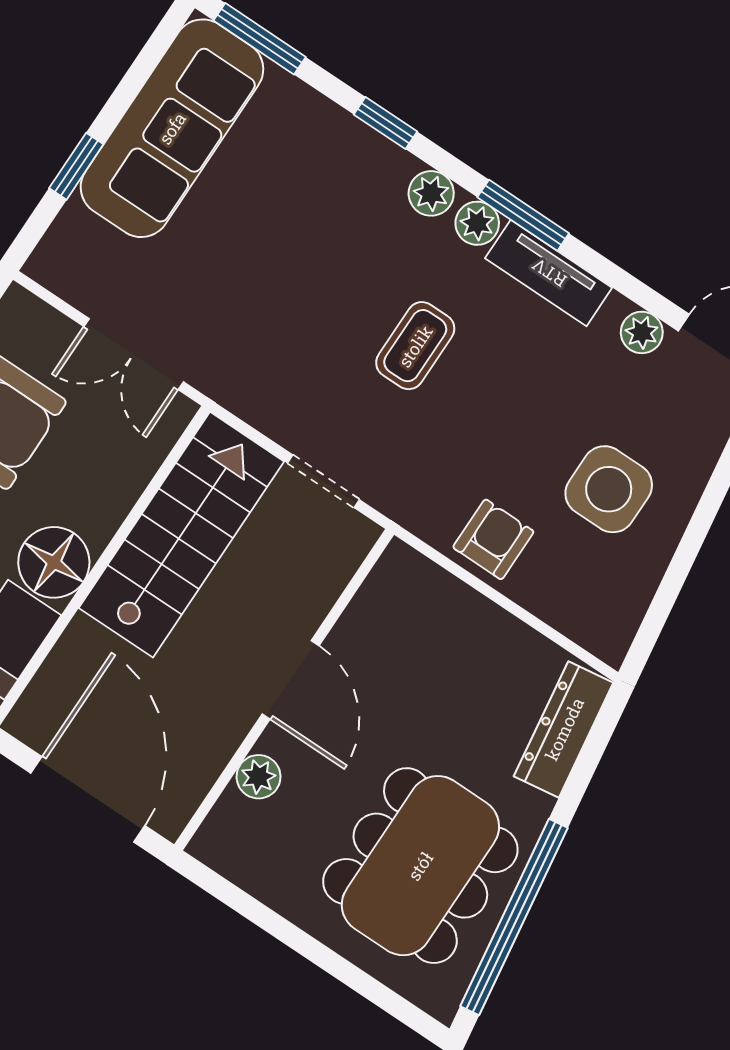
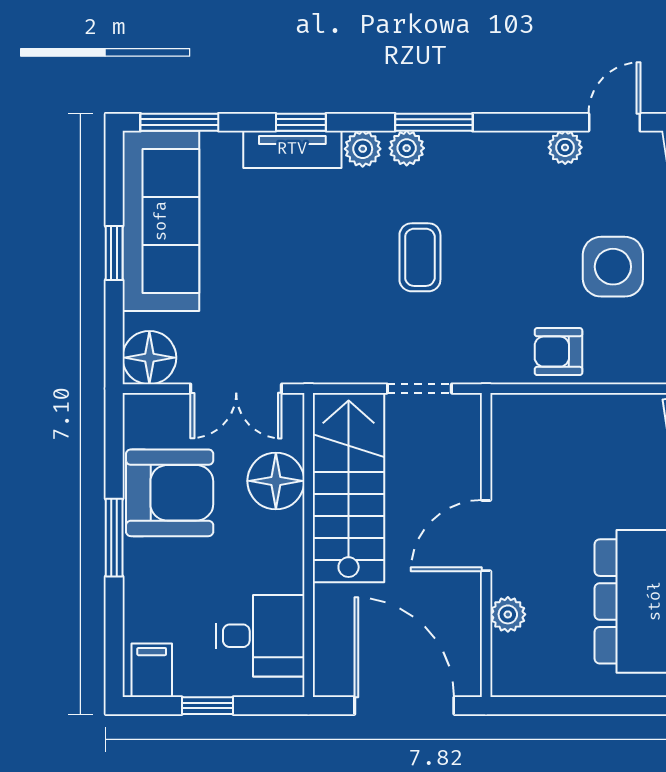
window: (76, 166) -> (114, 253), moved
floor lamp: (65, 262) -> (149, 358), added
tv unit: (549, 273) -> (292, 149), moved
armchair: (493, 539) -> (558, 352), turned -90
floor lamp: (54, 562) -> (276, 481), moved
door: (291, 680) -> (486, 536), swing flipped

